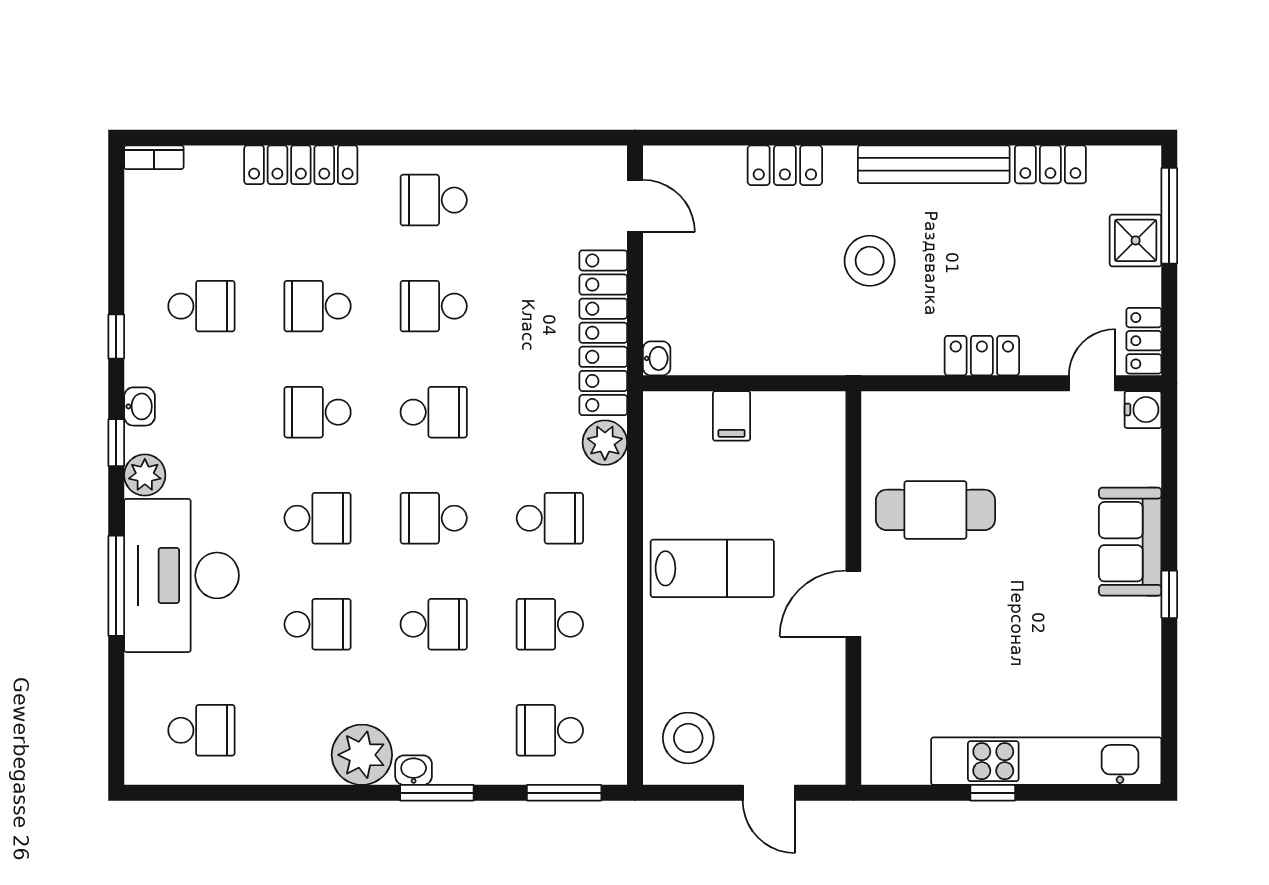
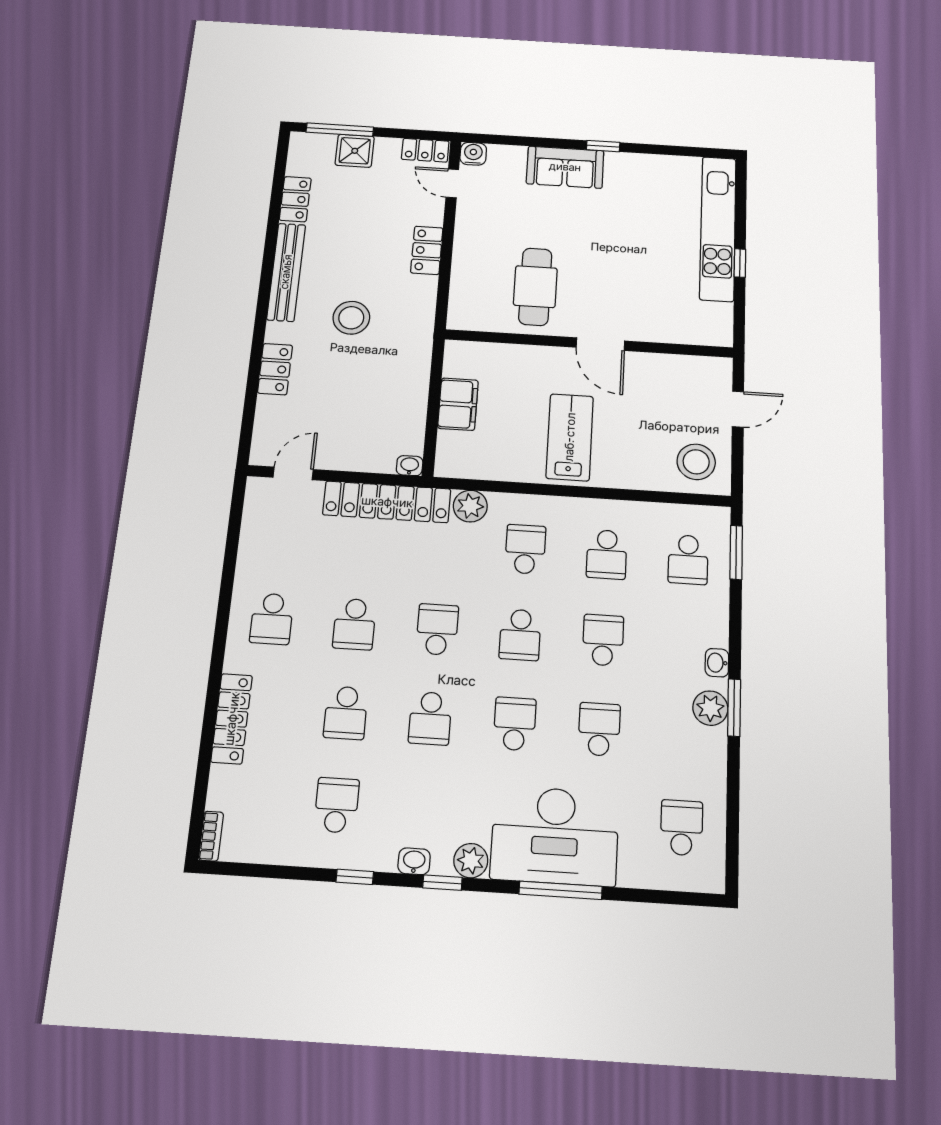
filing cabinet: (732, 416) -> (458, 404), width x2.00
plant: (362, 755) -> (710, 708), width x0.73, depth x0.73
window: (437, 793) -> (734, 708), moved

